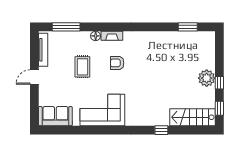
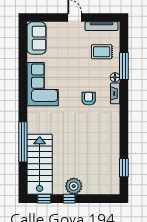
window: (66, 27) -> (124, 66), moved
rug: (82, 67) -> (102, 52), moved
stairs: (193, 117) -> (40, 164), width x1.36, depth x1.51
window: (161, 130) -> (23, 142), width x3.17

